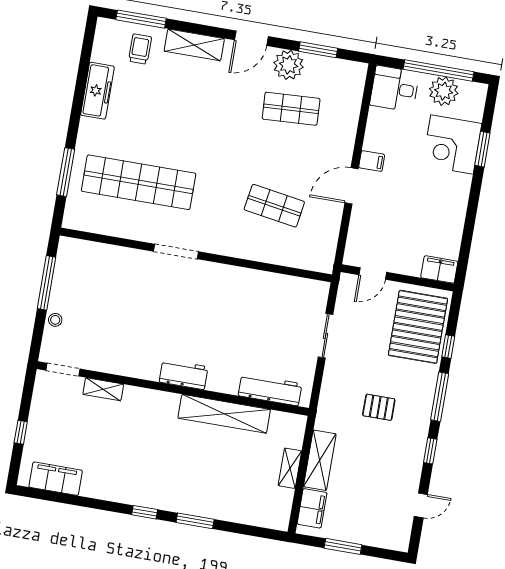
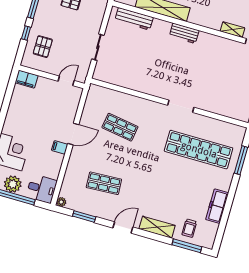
plant: (289, 65) -> (61, 202), moved, width x0.53, depth x0.53
pallet: (418, 327) -> (43, 47), width x0.49, depth x0.50

